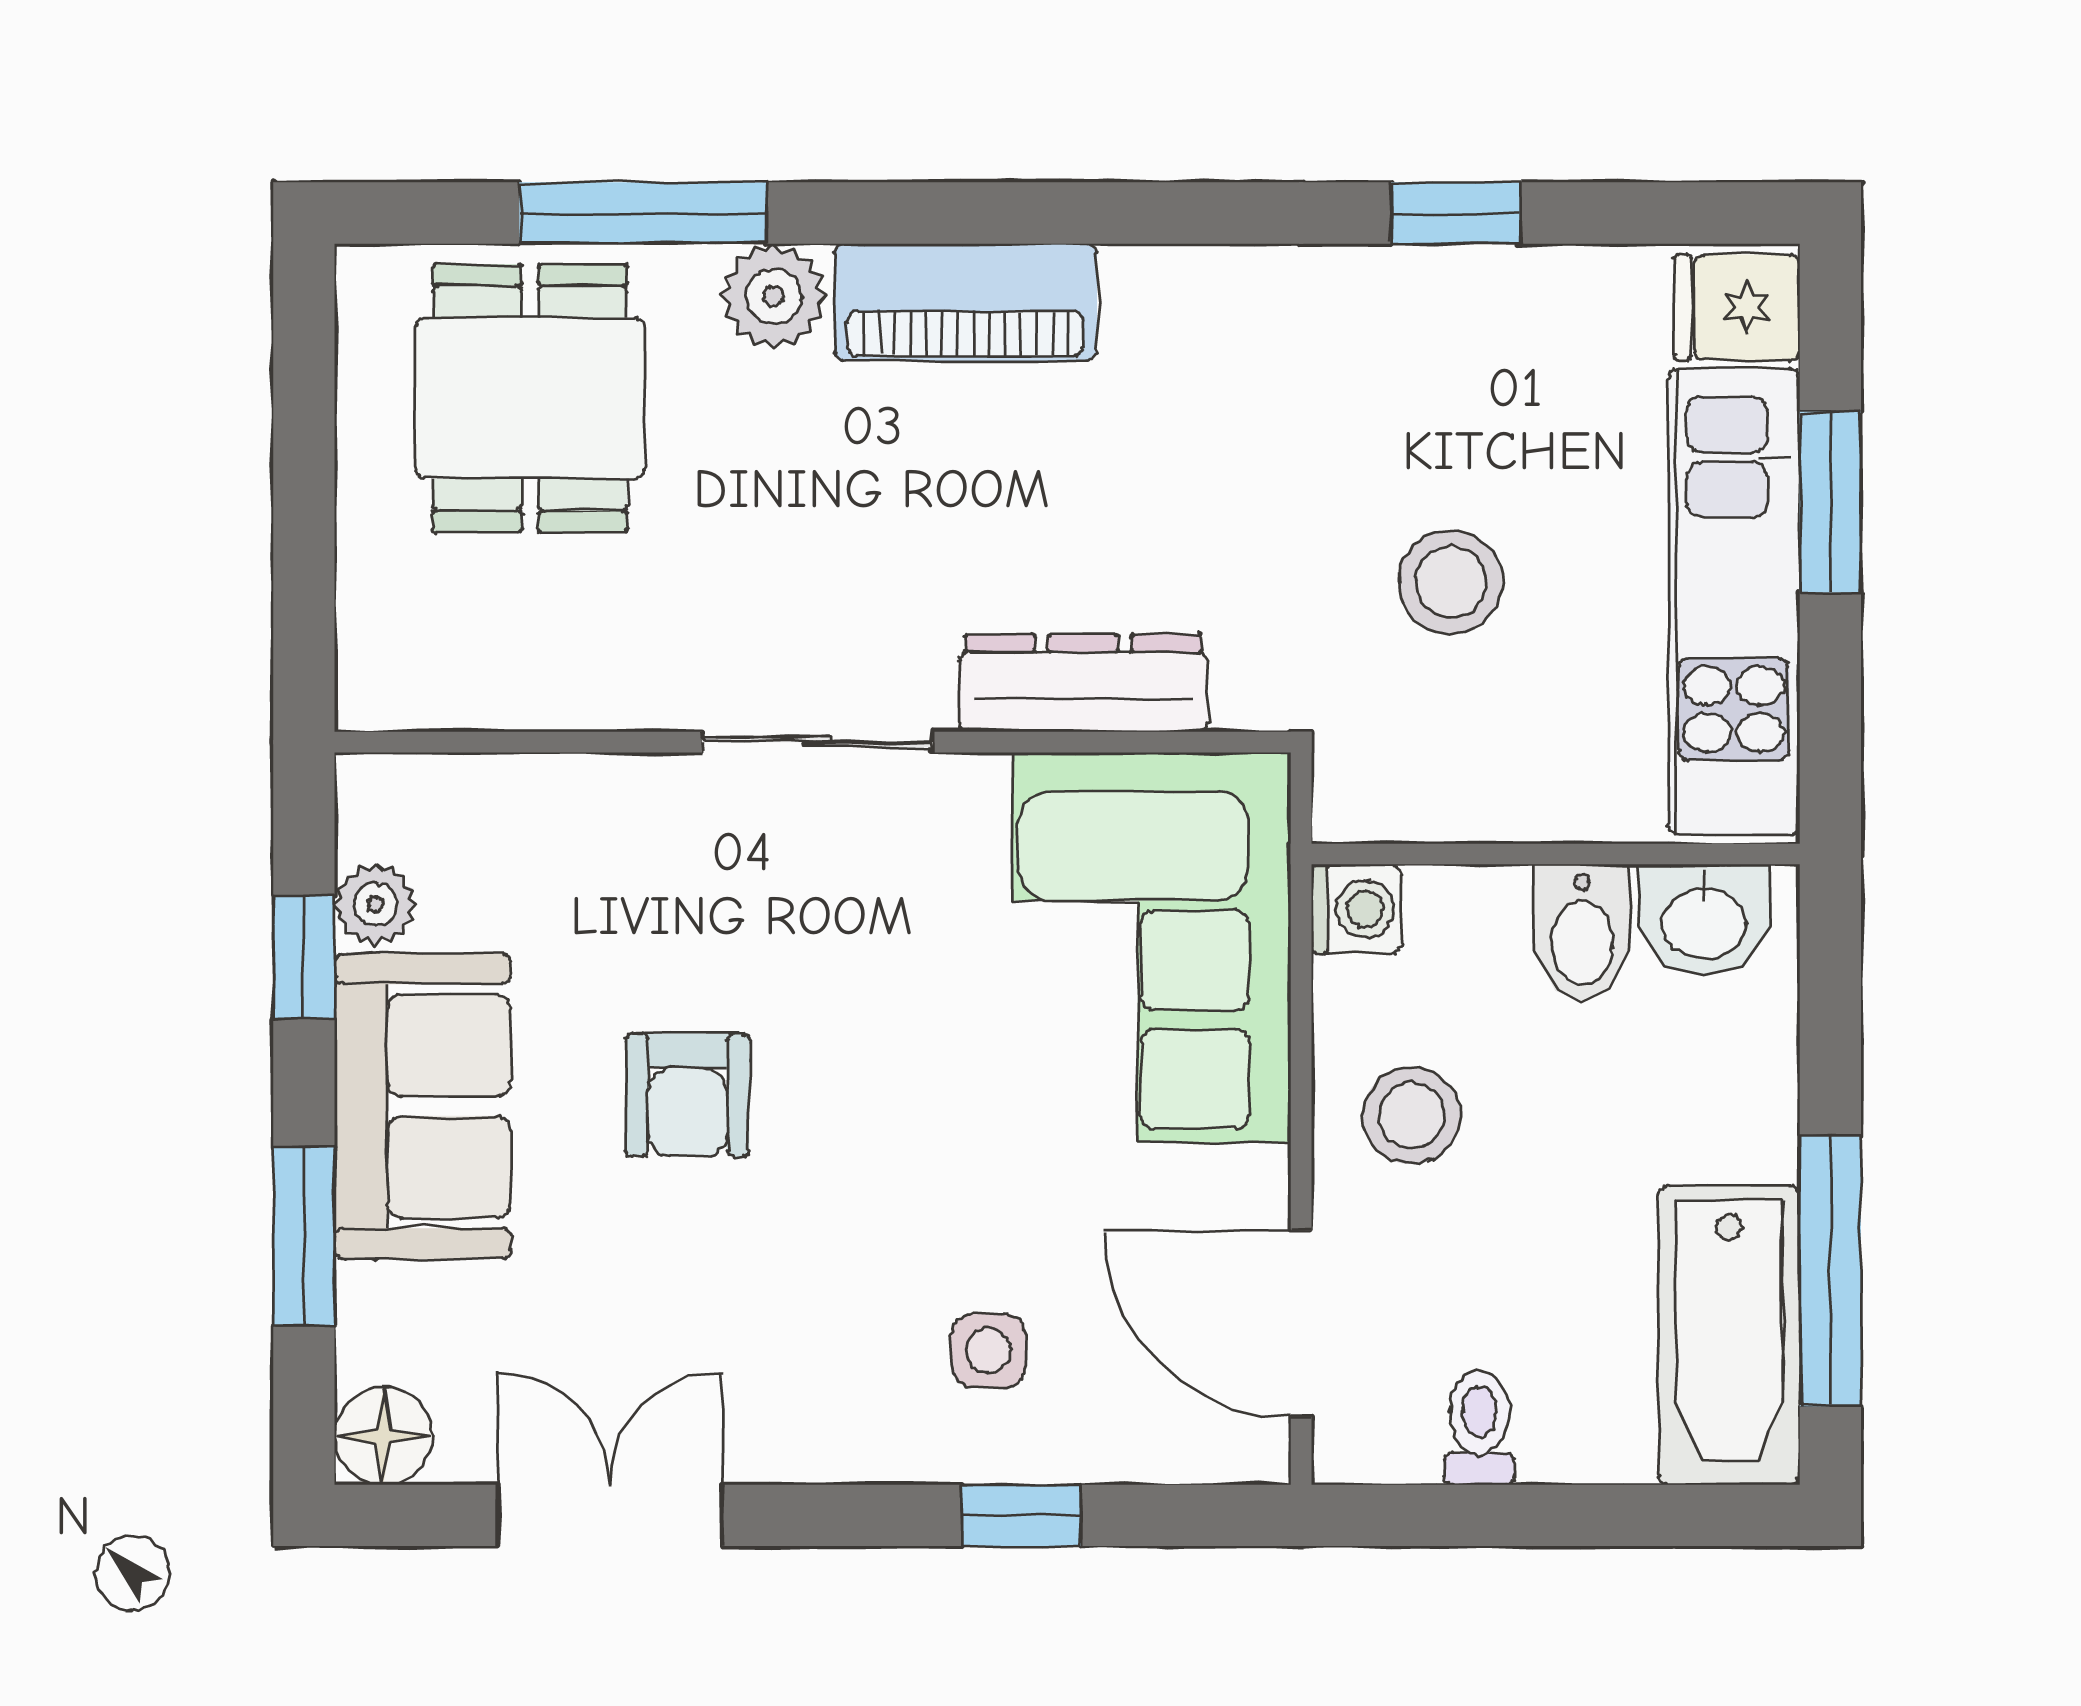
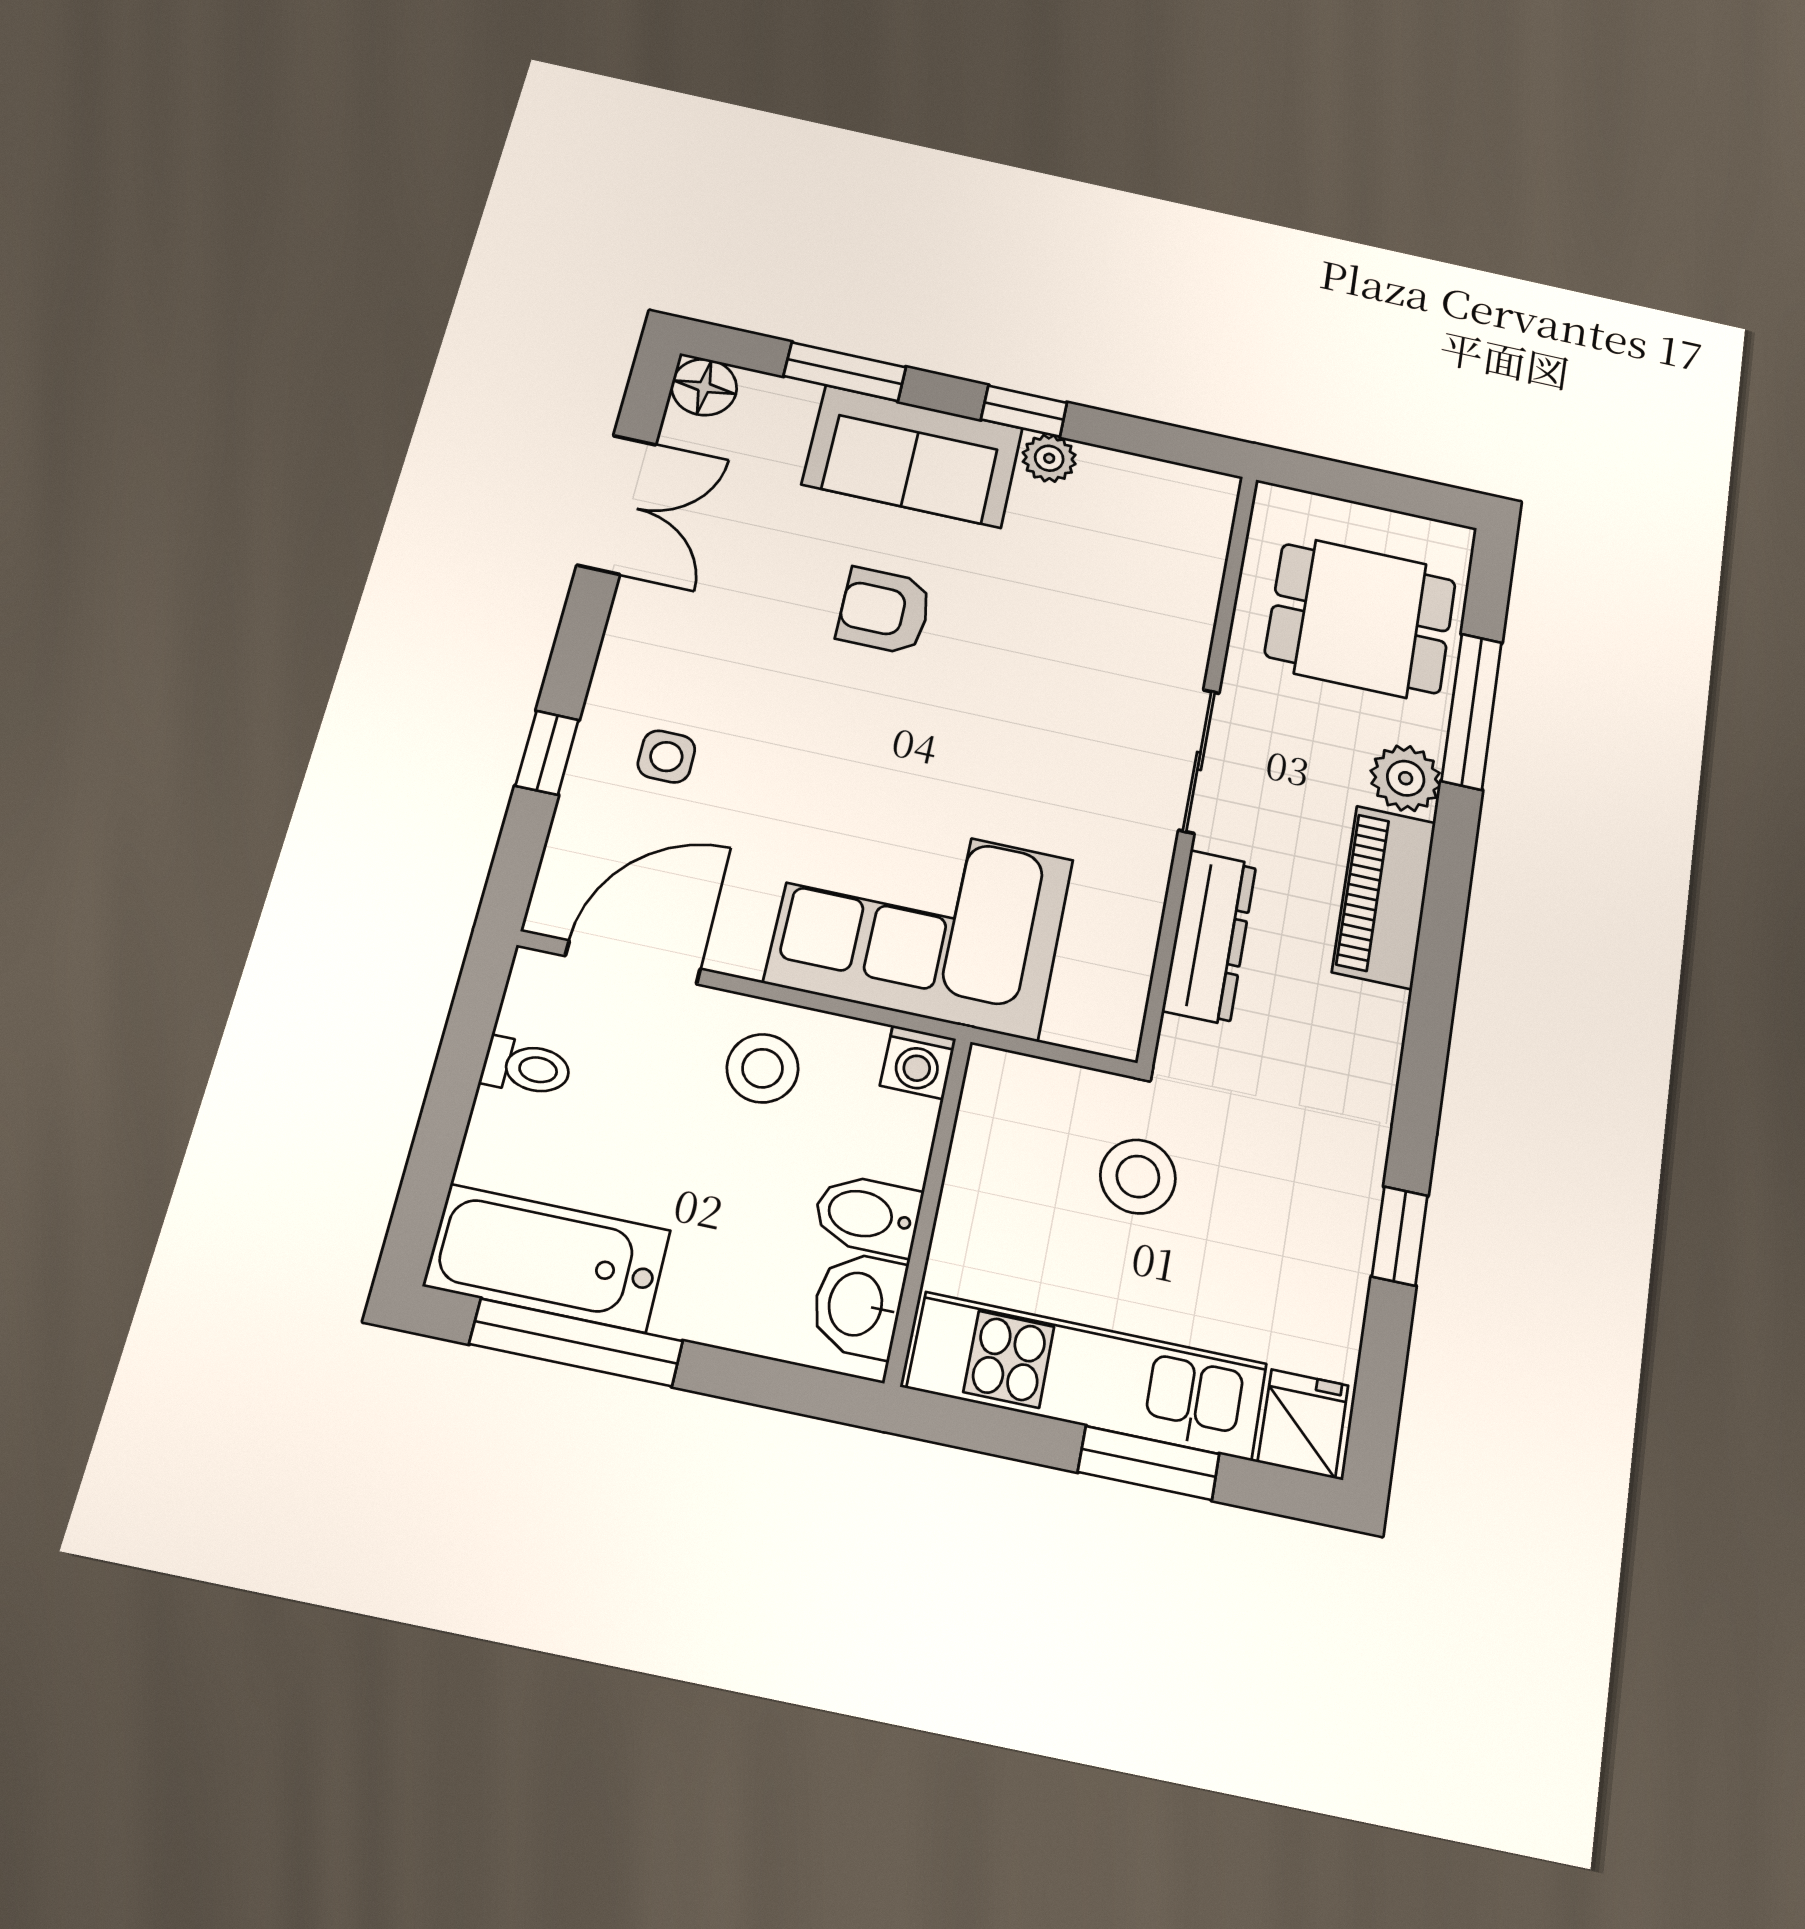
dresser: (1083, 683) -> (1210, 937), moved
wall: (813, 742) -> (1199, 758), moved
sliding door: (817, 742) -> (1199, 761), moved

